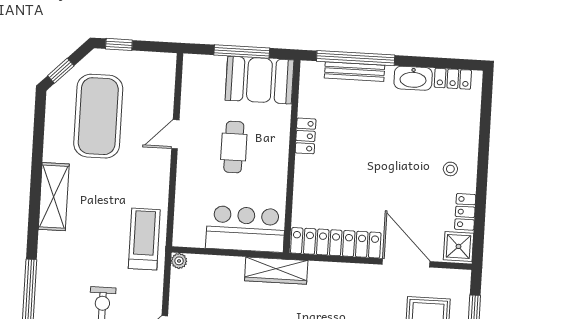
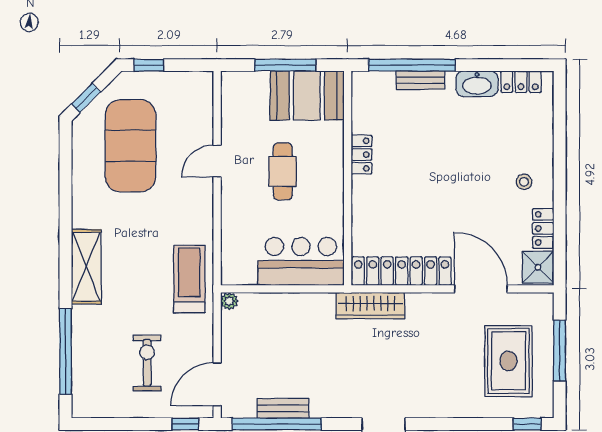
bench: (355, 72) -> (420, 80), width x0.73
shelving: (54, 197) -> (86, 267), moved
wardrobe: (276, 271) -> (370, 306), moved

